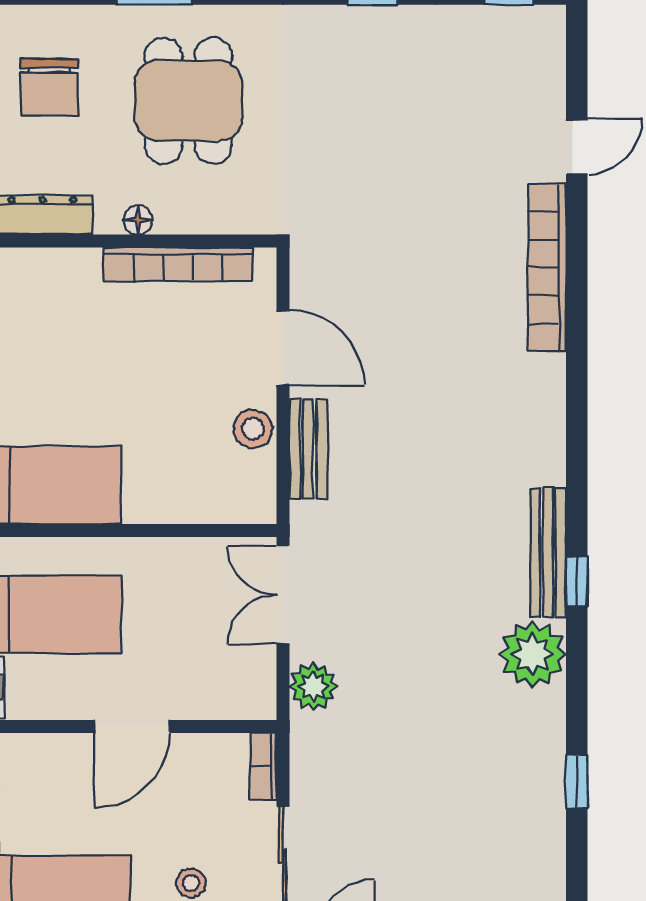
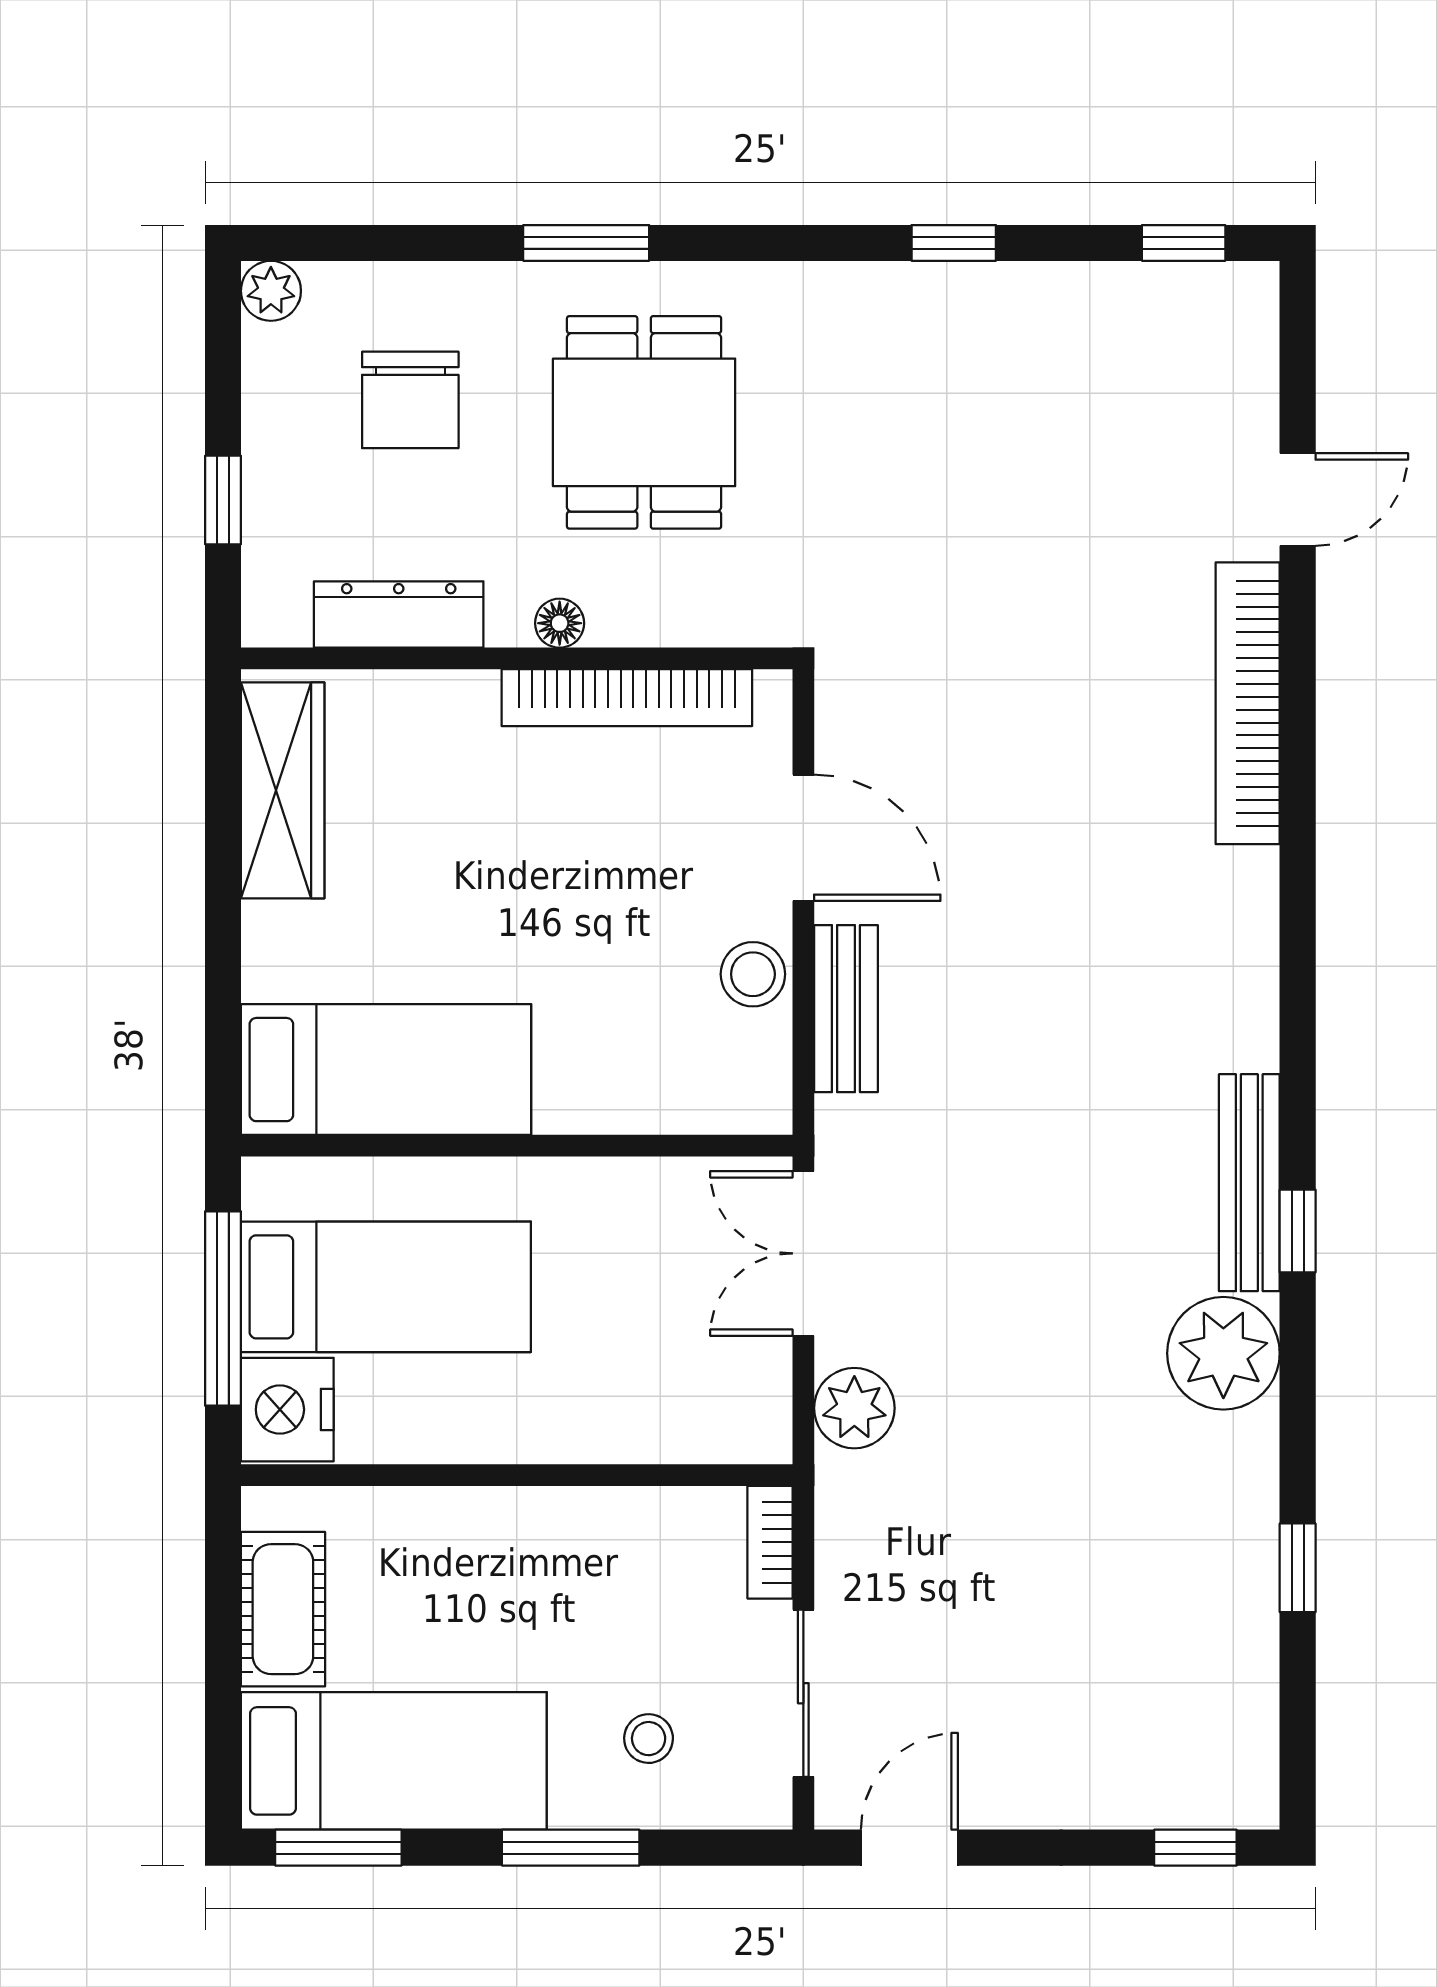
door: (132, 726) -> (550, 1475), removed

